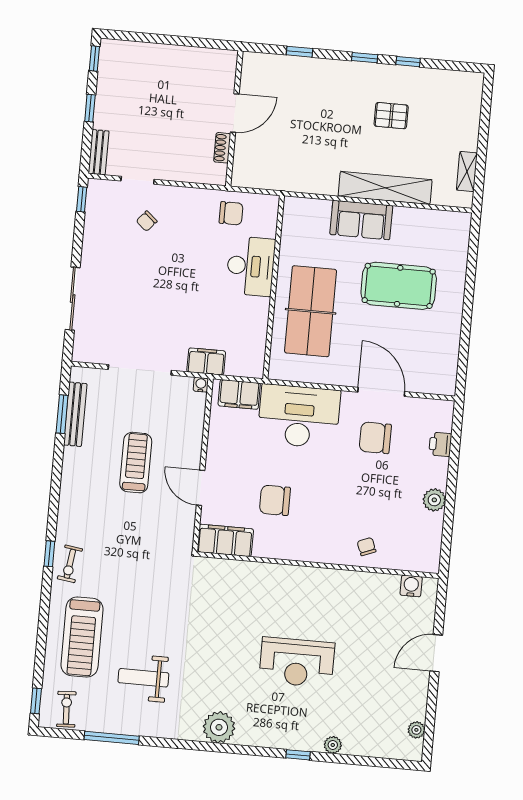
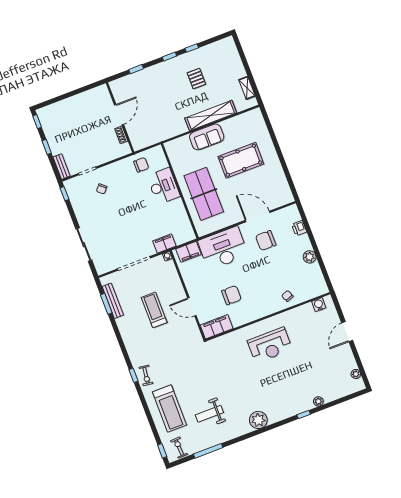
pallet: (391, 116) -> (196, 79), turned 90
chair: (275, 500) -> (231, 295), turned 180
reception desk: (297, 662) -> (270, 345), moved

